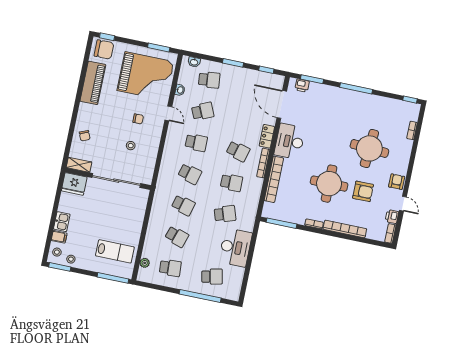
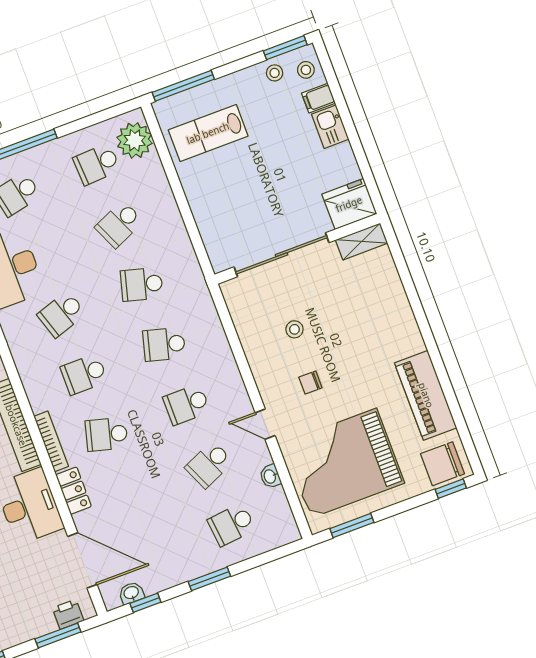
washbasin: (194, 62) -> (131, 593), moved
chair: (85, 136) -> (383, 297), removed
school desk: (177, 237) -> (119, 224), turned -42
plant: (145, 263) -> (135, 140), width x1.88, depth x1.88

